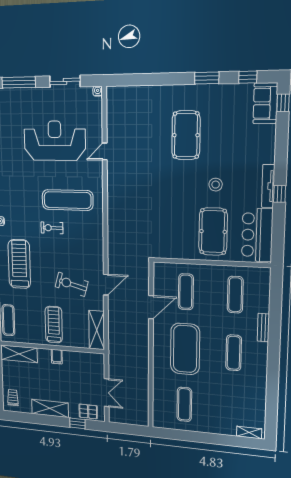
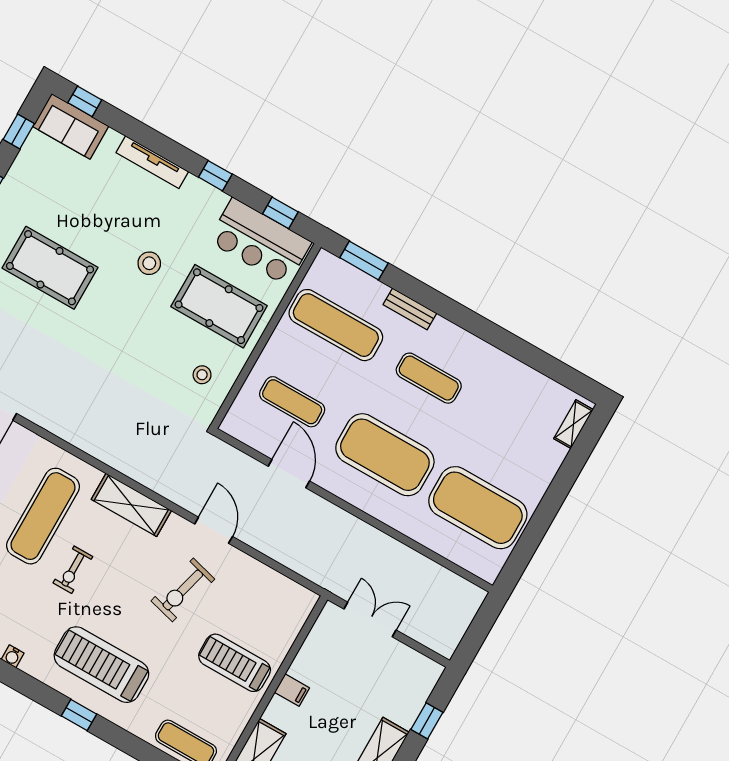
tv unit: (268, 186) -> (152, 162), moved
window: (278, 238) -> (280, 213), added
stool: (175, 241) -> (202, 375), added
window: (276, 293) -> (364, 260), added
exercise mat: (235, 295) -> (336, 325), width x1.36, depth x1.45
shelving: (97, 330) -> (131, 505), moved
double door: (107, 393) -> (370, 619), moved
exercise mat: (184, 404) -> (478, 508), width x2.00, depth x1.45
pallet: (88, 411) -> (414, 688), removed

